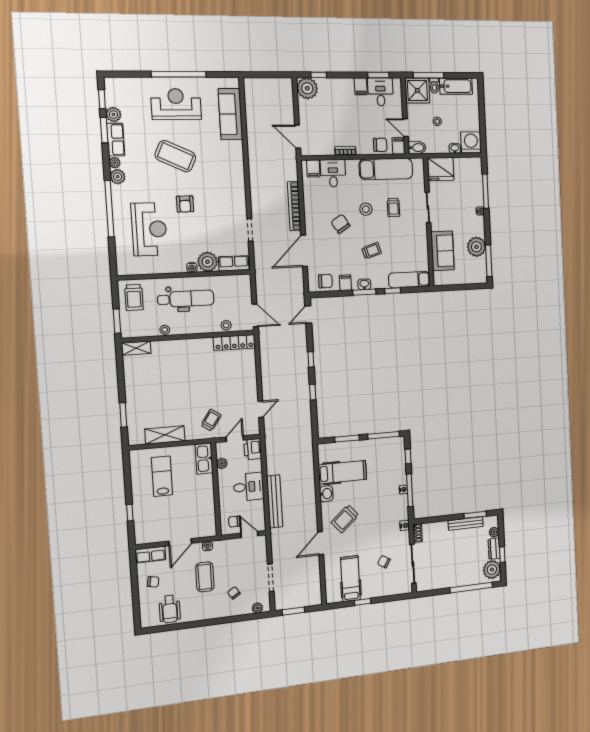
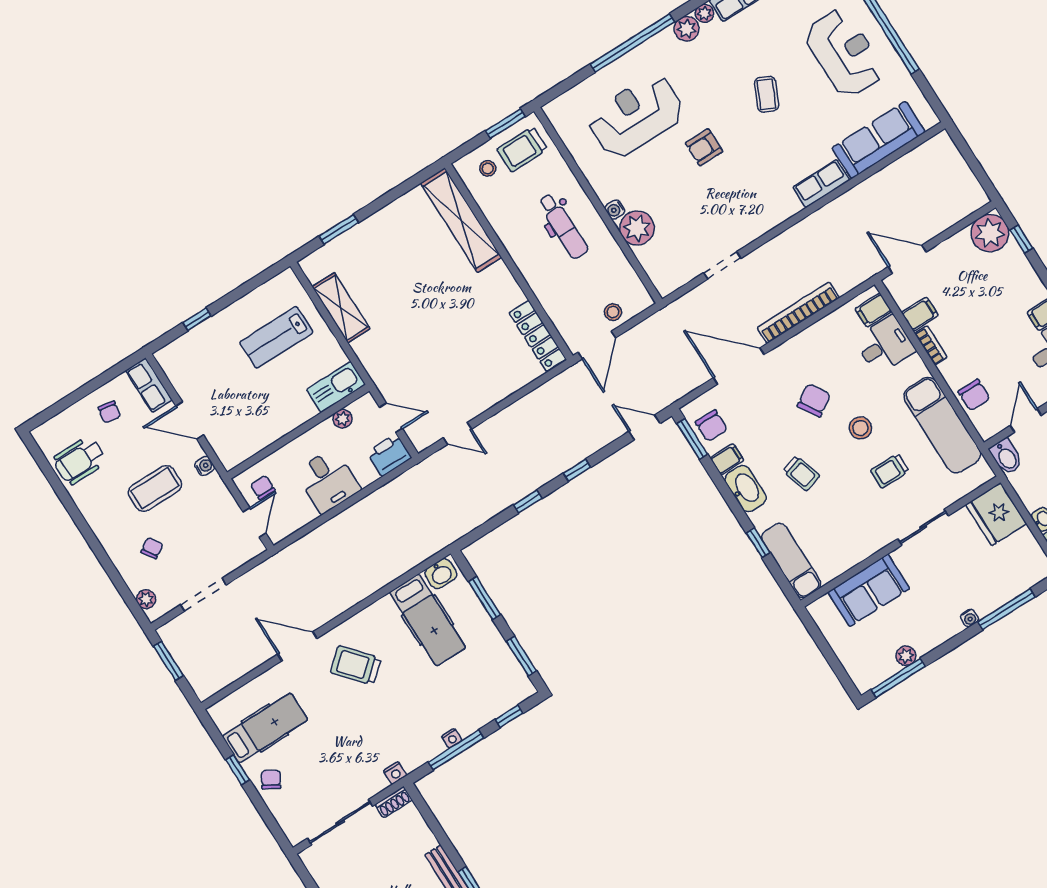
door: (298, 137) -> (907, 259), hinge flipped
filing cabinet: (399, 146) -> (920, 314), moved
coffee table: (175, 156) -> (767, 94), width x0.54, depth x0.58
reception desk: (149, 229) -> (636, 116), turned 180
plant: (476, 247) -> (906, 656), width x0.53, depth x0.53
row of seats: (234, 263) -> (821, 184), moved, turned -90
washbasin: (364, 284) -> (746, 489), width x1.91, depth x1.45
window: (364, 292) -> (692, 439), moved
dental chair: (186, 299) -> (563, 226), width x0.73, depth x0.72
window: (117, 321) -> (505, 124), moved
stool: (226, 325) -> (613, 312), moved
stool: (165, 330) -> (488, 168), moved
shelving: (136, 348) -> (461, 220), width x2.20, depth x1.33
trolley: (211, 420) -> (400, 365), removed
window: (384, 435) -> (521, 656), width x0.69
lab bench: (162, 476) -> (276, 337), turned 180
washbasin: (326, 494) -> (441, 574), moved
bench: (275, 501) -> (326, 535), removed
chair: (384, 562) -> (271, 780), moved

